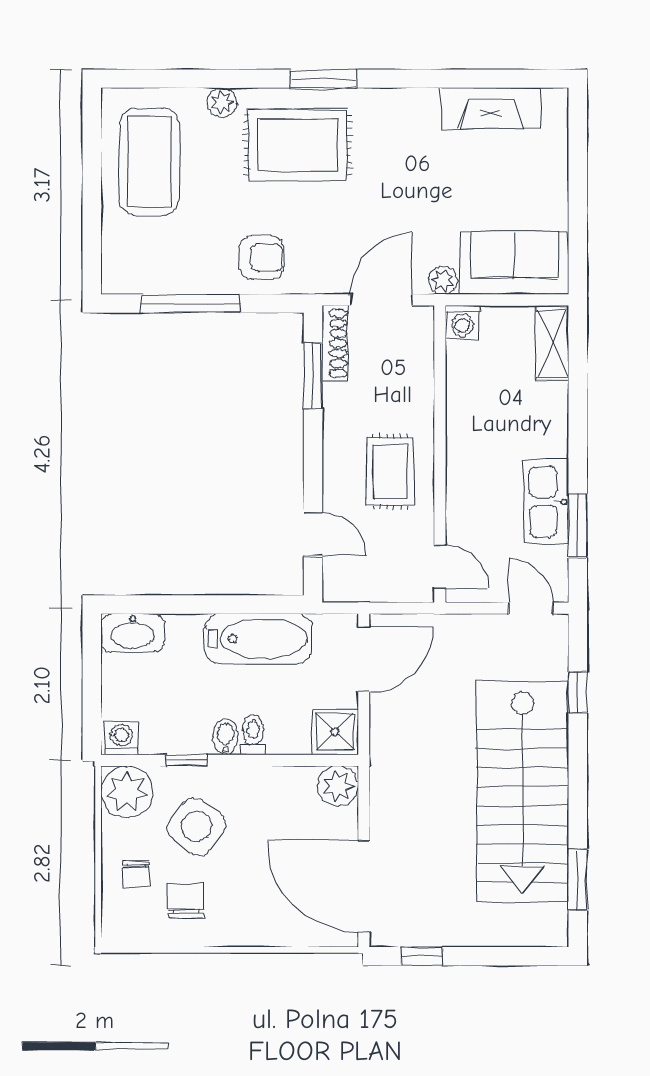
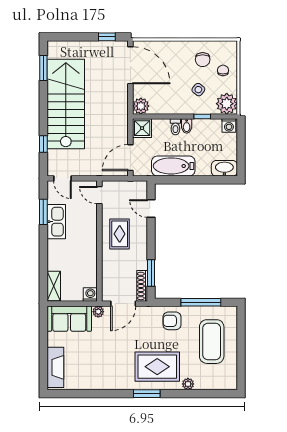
fireplace: (491, 108) -> (55, 367), moved, turned 90
coffee table: (149, 162) -> (212, 342), moved
side table: (197, 827) -> (198, 90), width x0.54, depth x0.54

